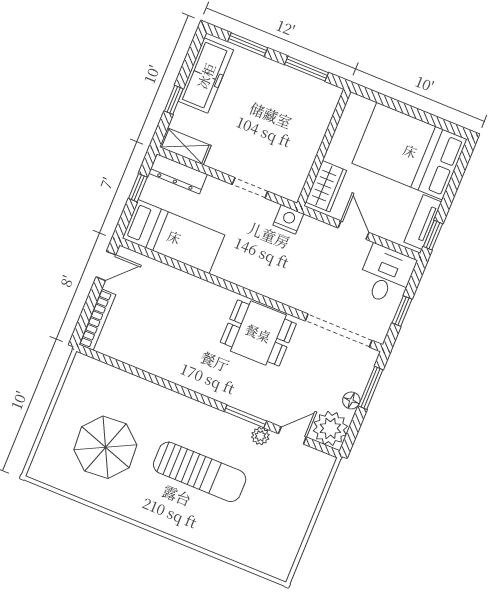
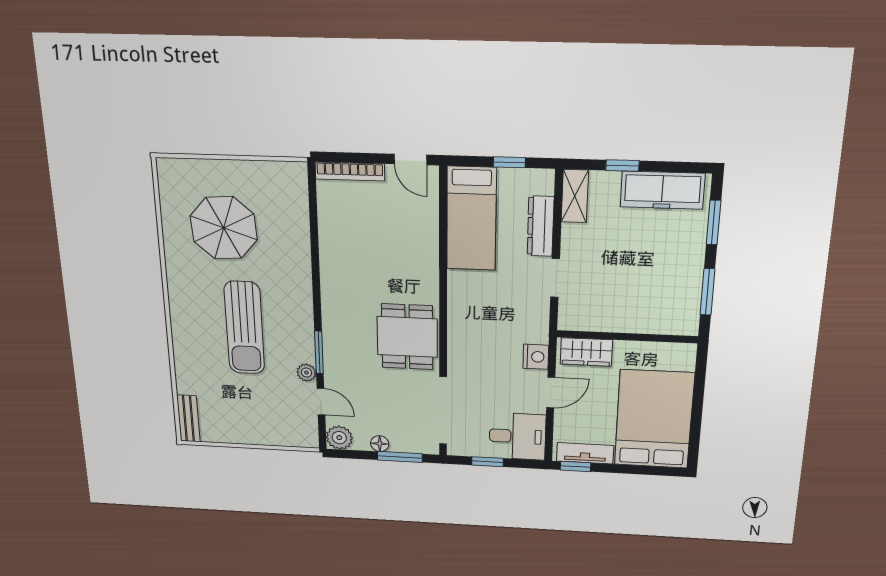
dresser: (178, 174) -> (541, 226), moved
nightstand: (288, 219) -> (536, 357), moved
plant: (330, 428) -> (339, 438), width x0.73, depth x0.73
bench: (267, 565) -> (188, 418), added

